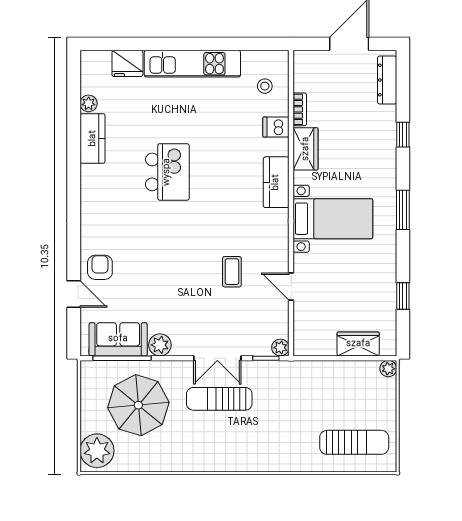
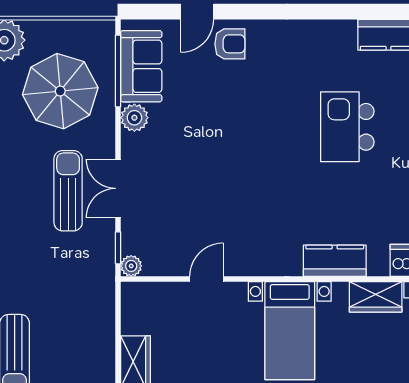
kitchen island: (167, 172) -> (347, 127), turned 90
coffee table: (232, 272) -> (225, 206), removed

